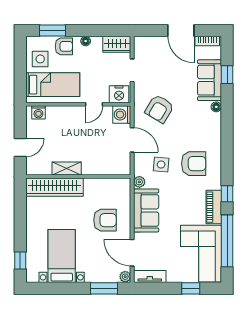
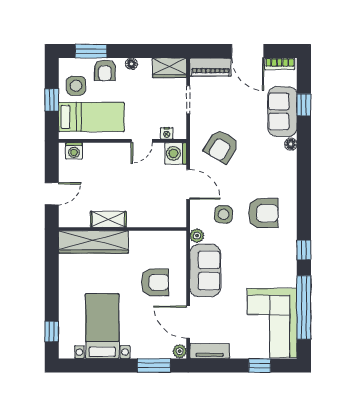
armchair: (64, 46) -> (105, 70), turned 90
window: (20, 71) -> (52, 100), added
nightstand: (119, 94) -> (167, 133), width x0.53, depth x0.56
piano: (214, 207) -> (210, 67), moved, turned -90

